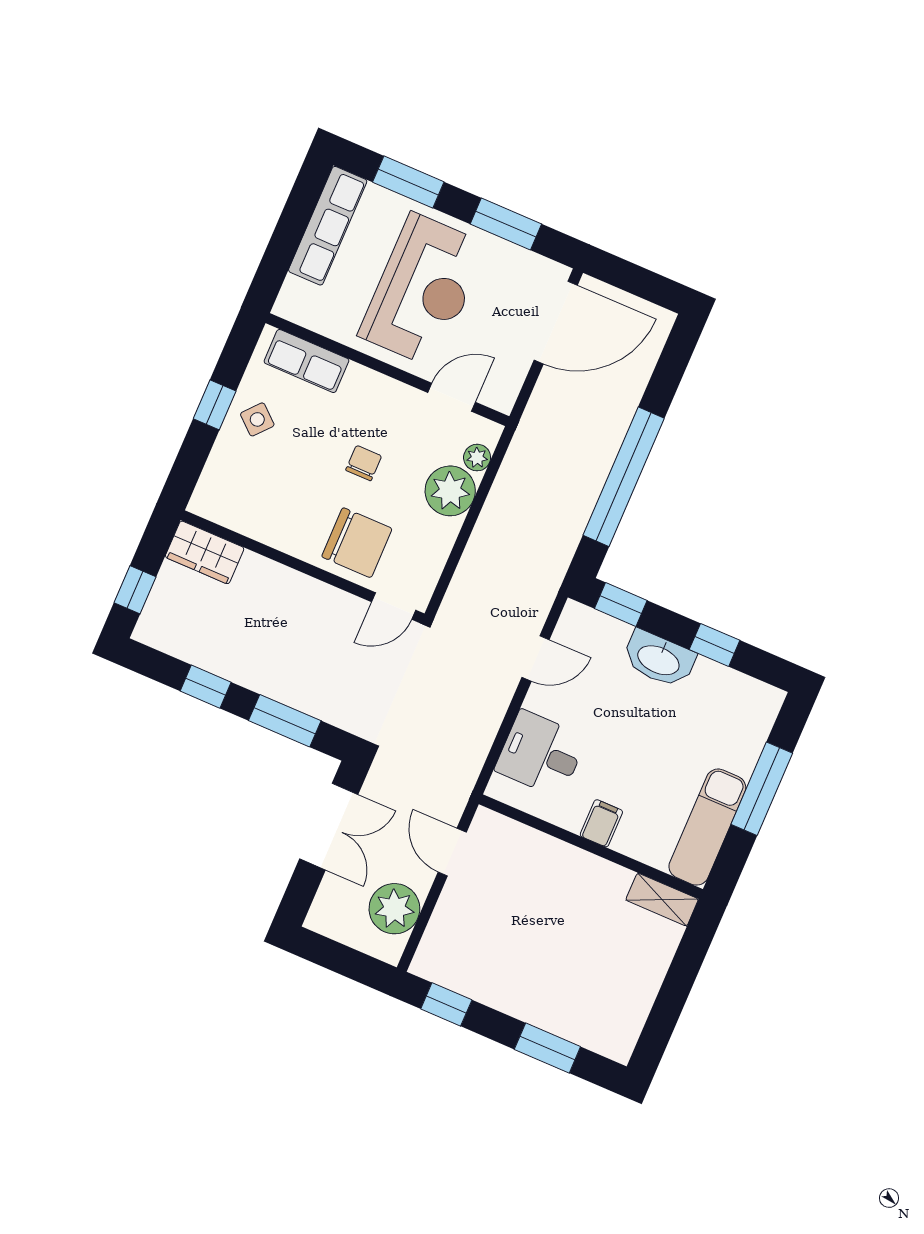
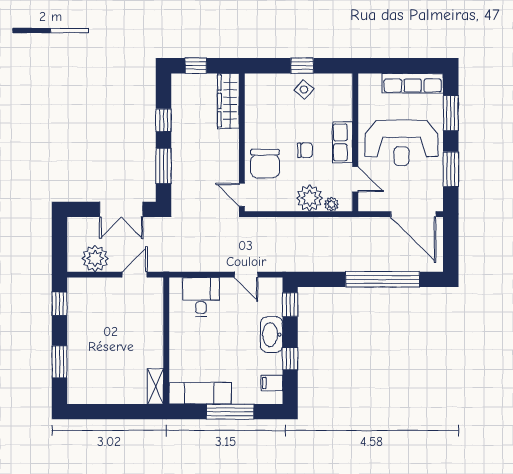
row of seats: (306, 361) -> (343, 142), moved
window: (624, 477) -> (383, 279), moved
wardrobe: (205, 552) -> (228, 101), width x1.50
filing cabinet: (601, 823) -> (272, 383), moved, turned 180

